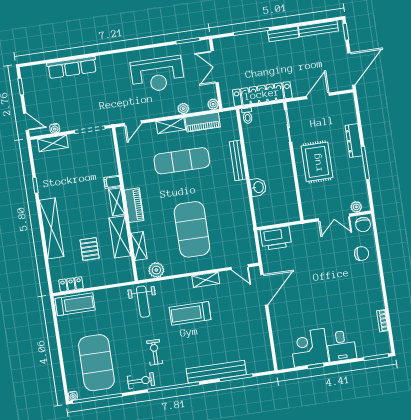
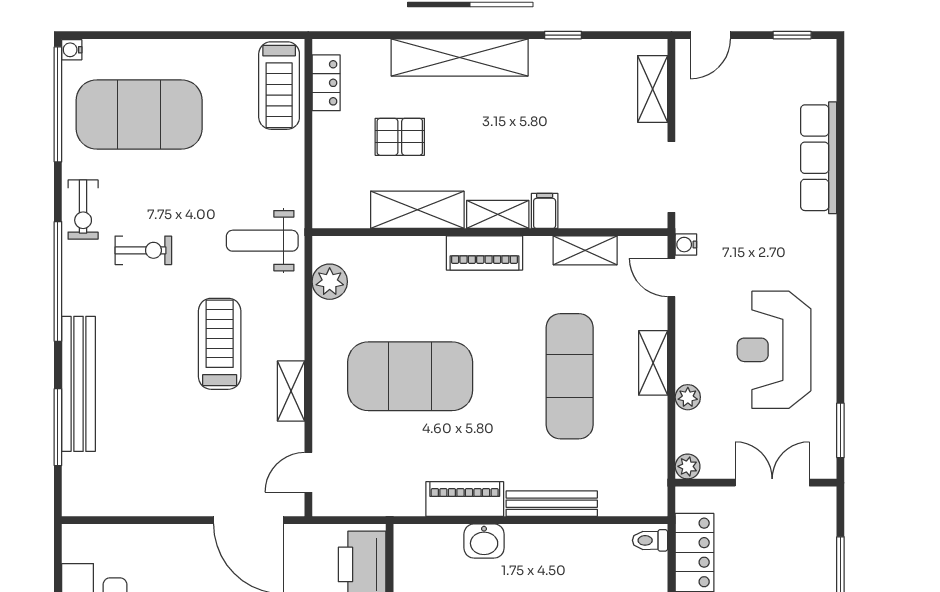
piano: (203, 122) -> (465, 499), moved, turned 90
water cooler: (55, 128) -> (686, 245), moved
shelving: (139, 246) -> (585, 250), moved

